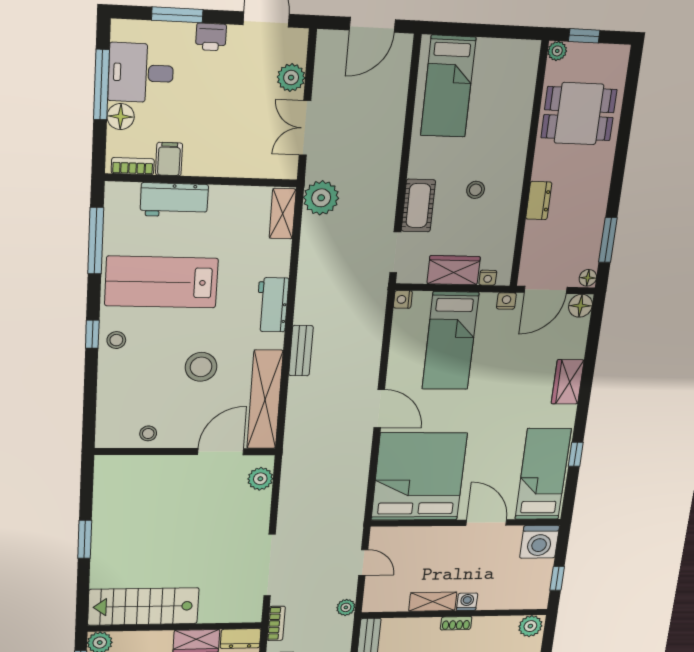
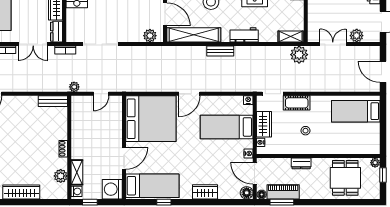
piano: (589, 237) -> (283, 192), added
shelving: (433, 602) -> (77, 172), moved
washing machine: (467, 602) -> (76, 191), moved
plant: (530, 626) -> (61, 176), moved

